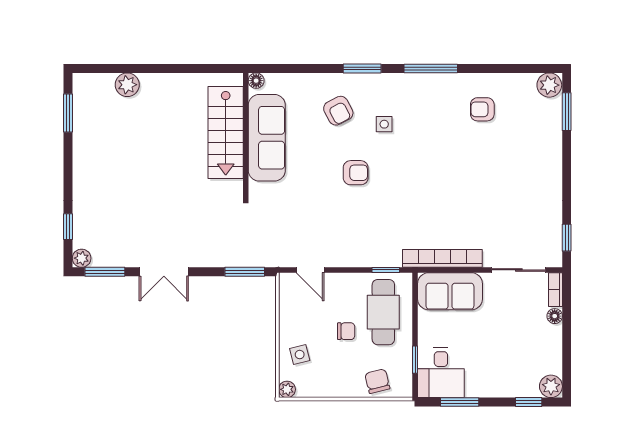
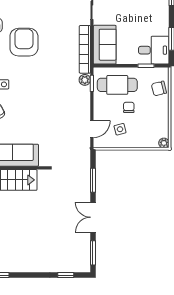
armchair: (356, 173) -> (24, 42), moved, width x1.88, depth x1.88
plant: (82, 258) -> (85, 80), moved
double door: (164, 272) -> (93, 217), swing flipped
window: (245, 272) -> (93, 180), moved
side table: (300, 355) -> (120, 129), moved

